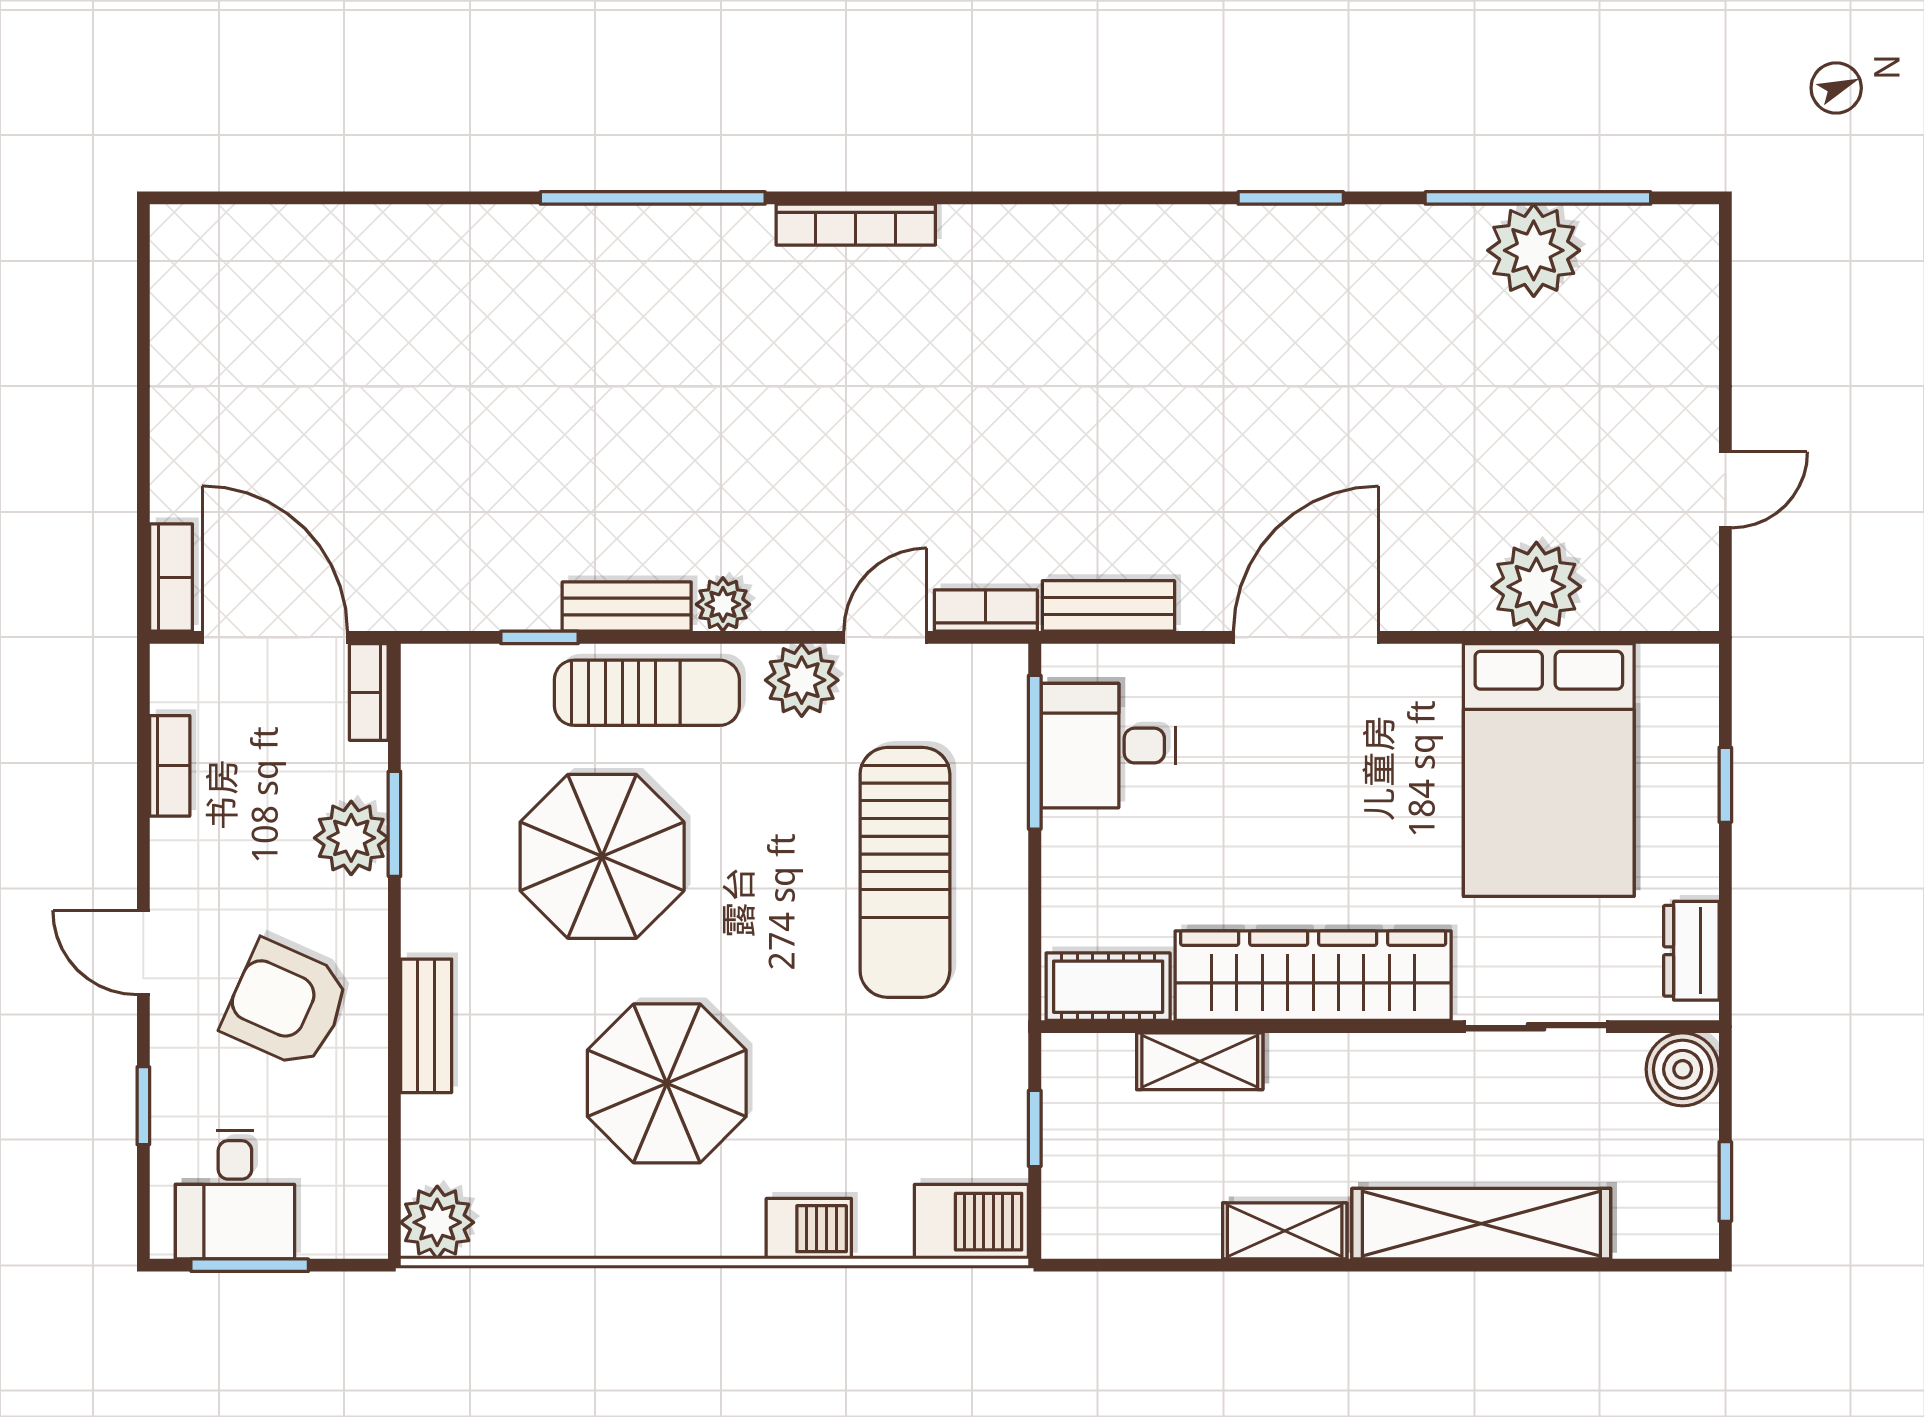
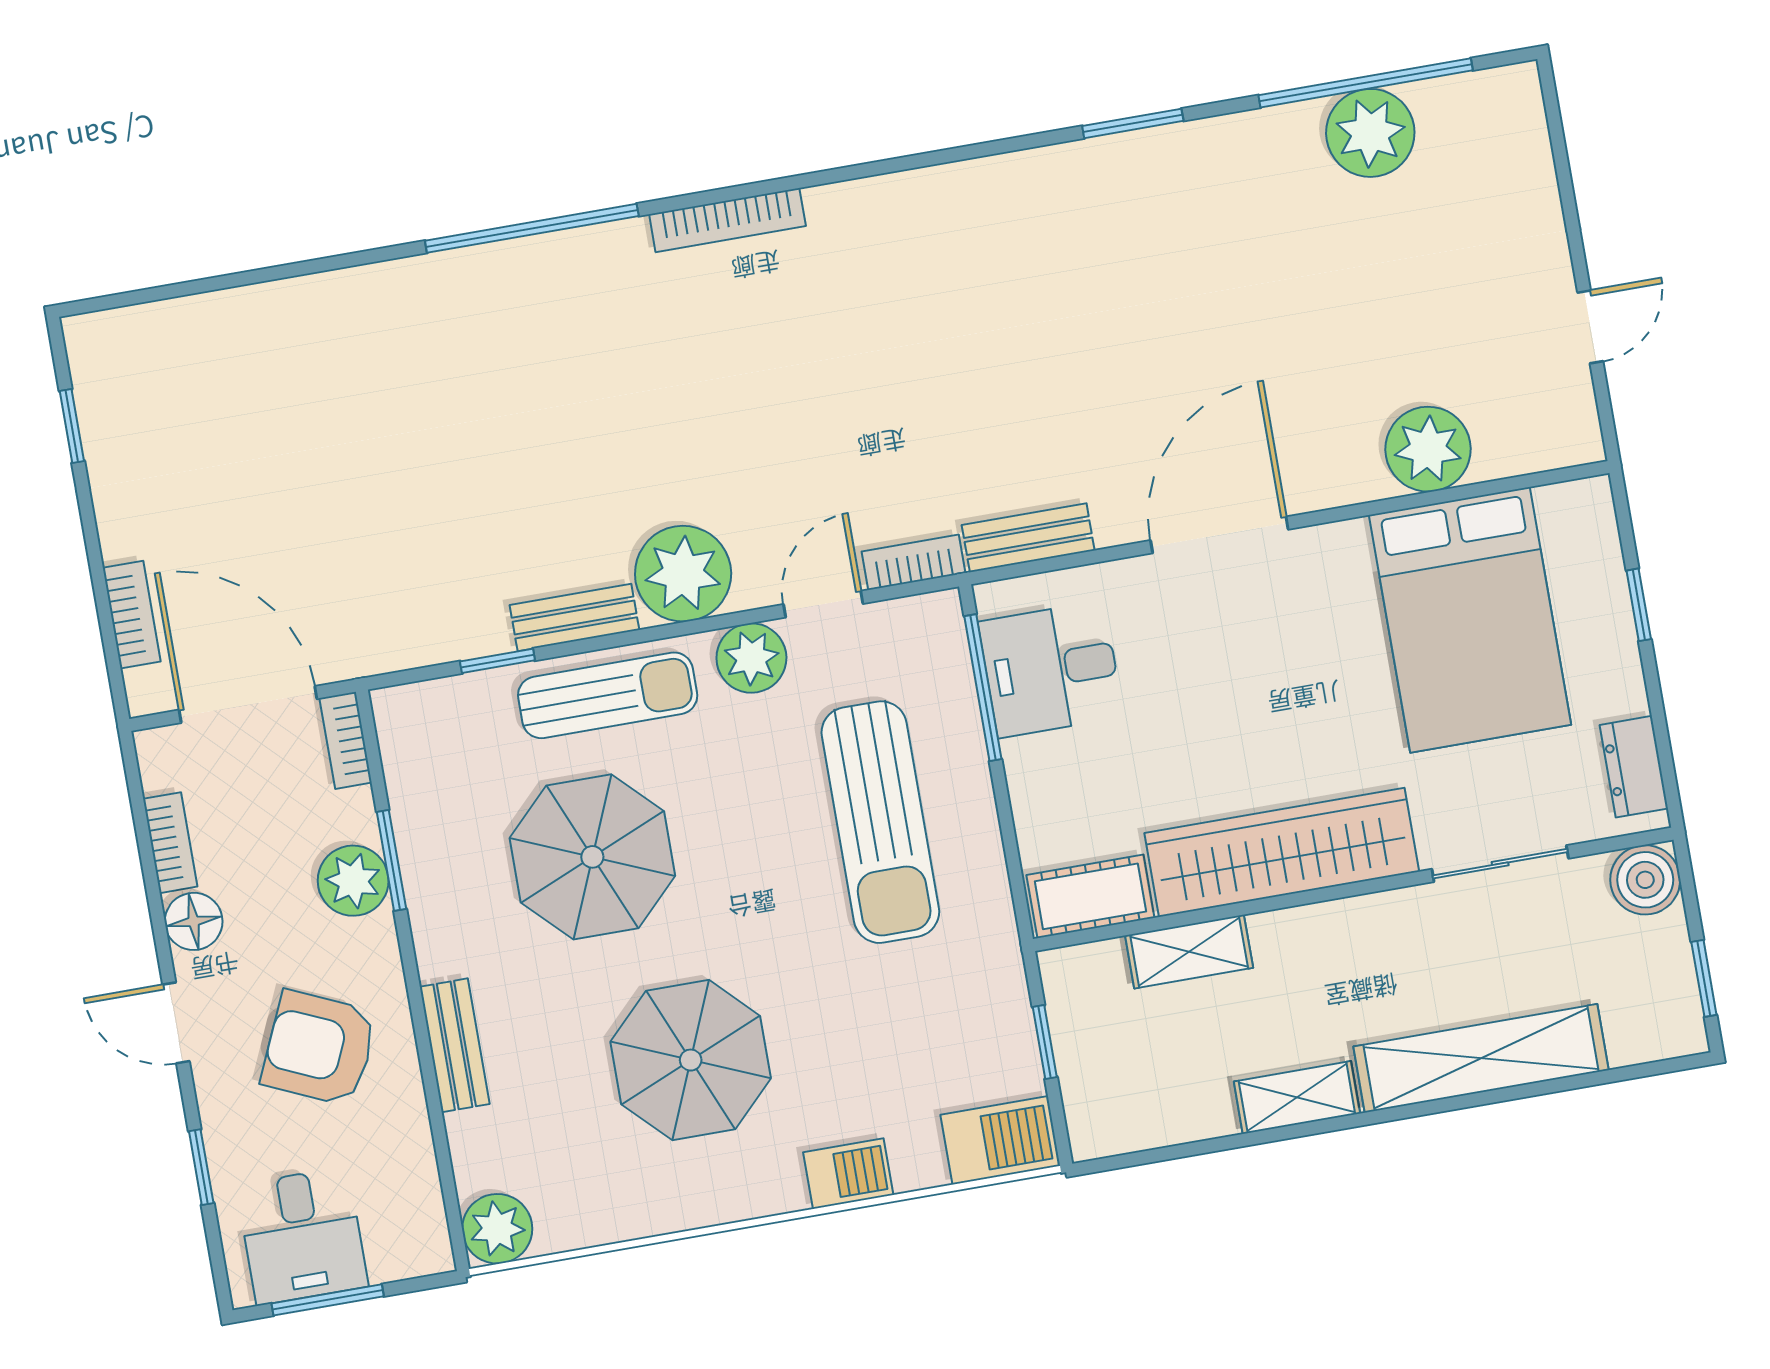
window: (143, 319) -> (72, 426), added
bookcase: (171, 578) -> (132, 615), moved
plant: (723, 604) -> (683, 574), width x1.87, depth x1.87
floor lamp: (180, 851) -> (194, 921), added

